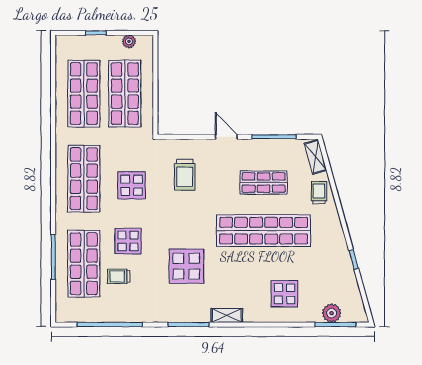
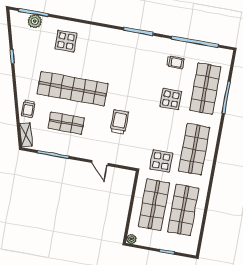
plant: (129, 41) -> (131, 239), moved
door: (226, 137) -> (100, 163), moved
trolley: (185, 175) -> (119, 122), moved
display table: (132, 185) -> (161, 161), moved
display table: (186, 266) -> (132, 73), removed
trolley: (119, 277) -> (175, 62), moved
shelving: (227, 315) -> (110, 33), removed

